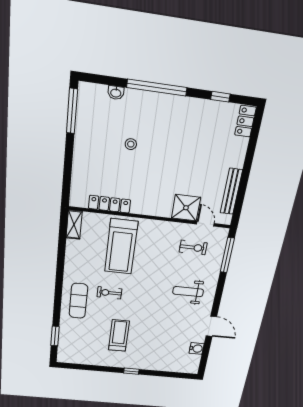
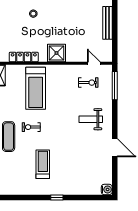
bench: (231, 191) -> (107, 23), moved
shower: (186, 208) -> (57, 53), moved
water cooler: (197, 349) -> (107, 189), moved

